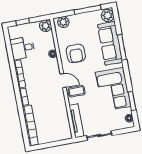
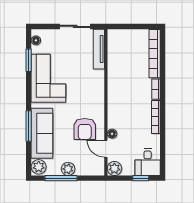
plant: (63, 22) -> (68, 169), moved
desk: (23, 48) -> (148, 162), moved, turned 90
armchair: (76, 53) -> (85, 129), turned 180
door: (63, 81) -> (106, 149), moved
coffee table: (76, 91) -> (92, 84), removed

